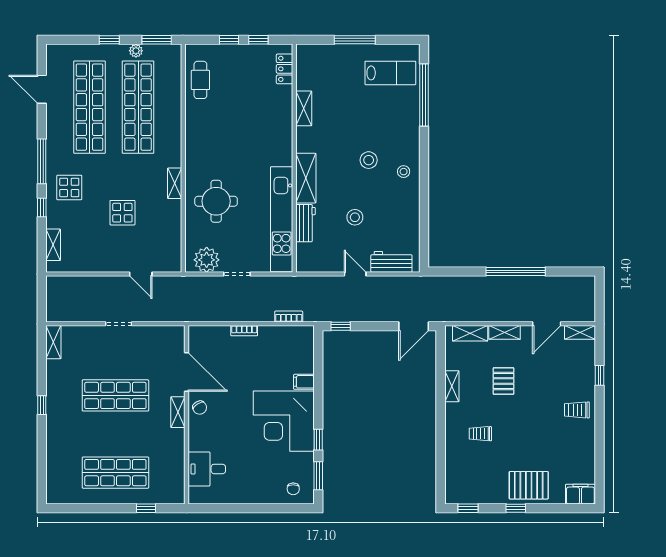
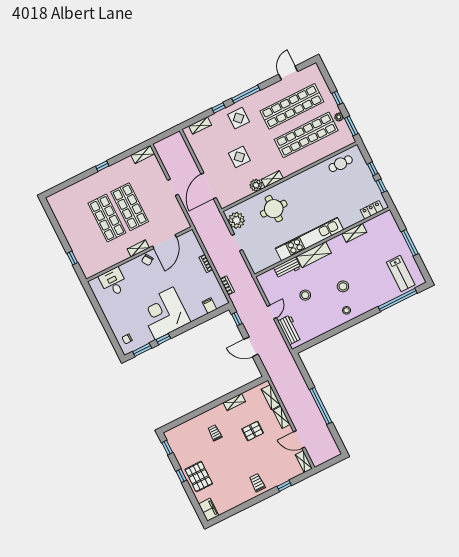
plant: (172, 209) -> (256, 185), added
kitchen unit: (282, 219) -> (309, 239), moved
door: (141, 274) -> (209, 186), width x1.88
door: (414, 326) -> (251, 347), moved
filing cabinet: (304, 382) -> (209, 306), moved
shop shelf: (115, 473) -> (107, 218), moved

